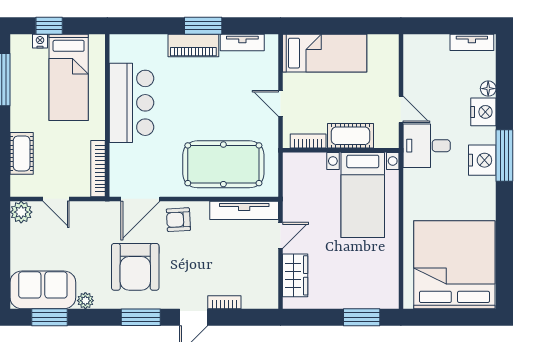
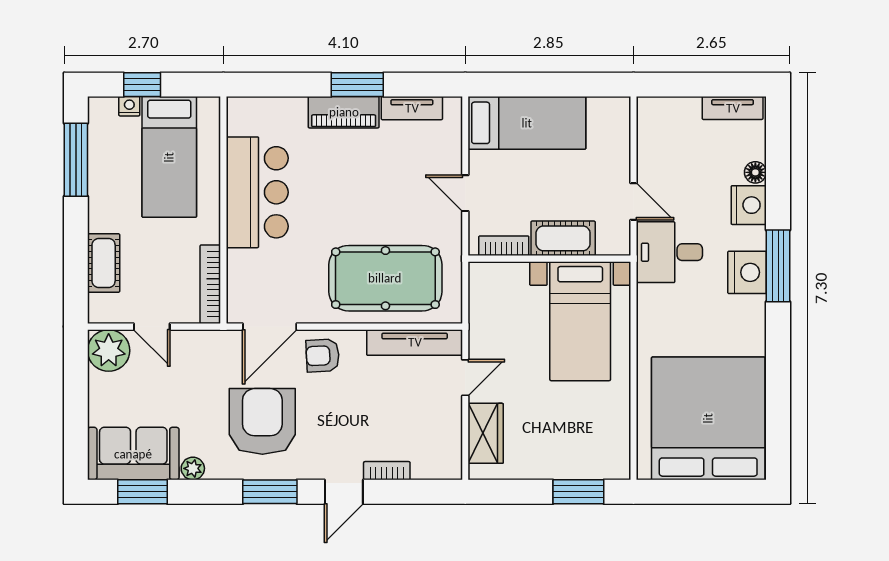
plant: (21, 212) -> (109, 351), width x1.36, depth x1.36
armchair: (135, 267) -> (262, 421), turned 180

